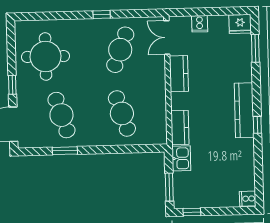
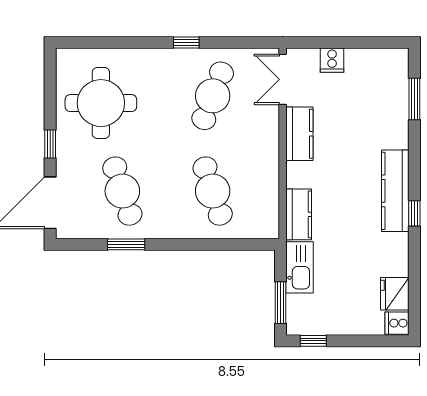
fridge: (240, 24) -> (395, 294), moved, turned 90
kitchen sink: (181, 158) -> (300, 267), width x1.38

